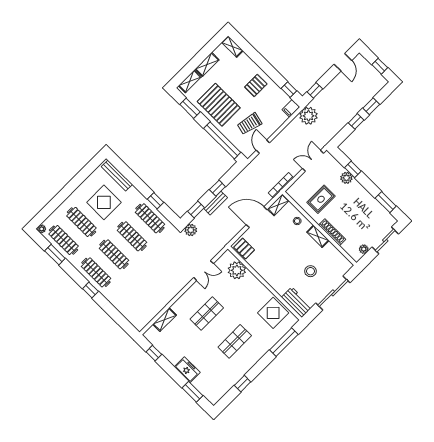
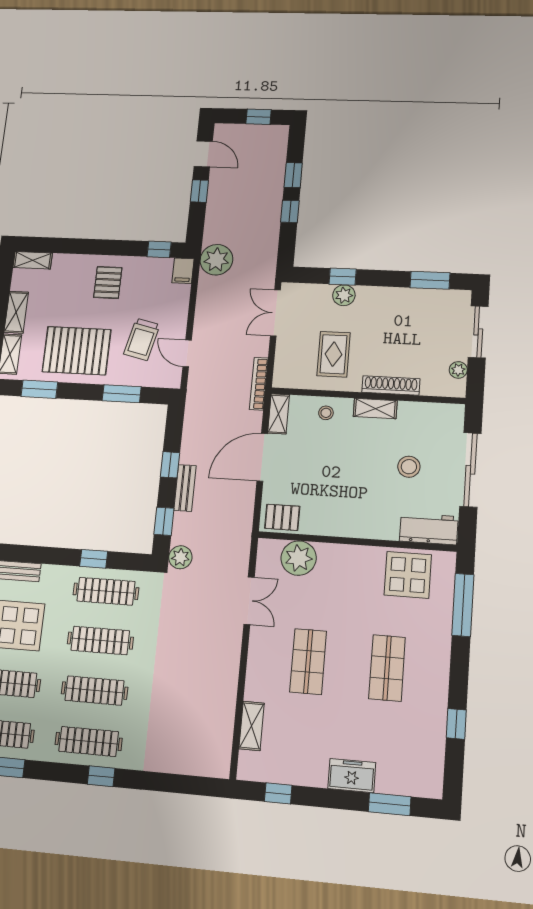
window: (315, 90) -> (199, 191), moved
window: (222, 140) -> (122, 394), width x0.47

